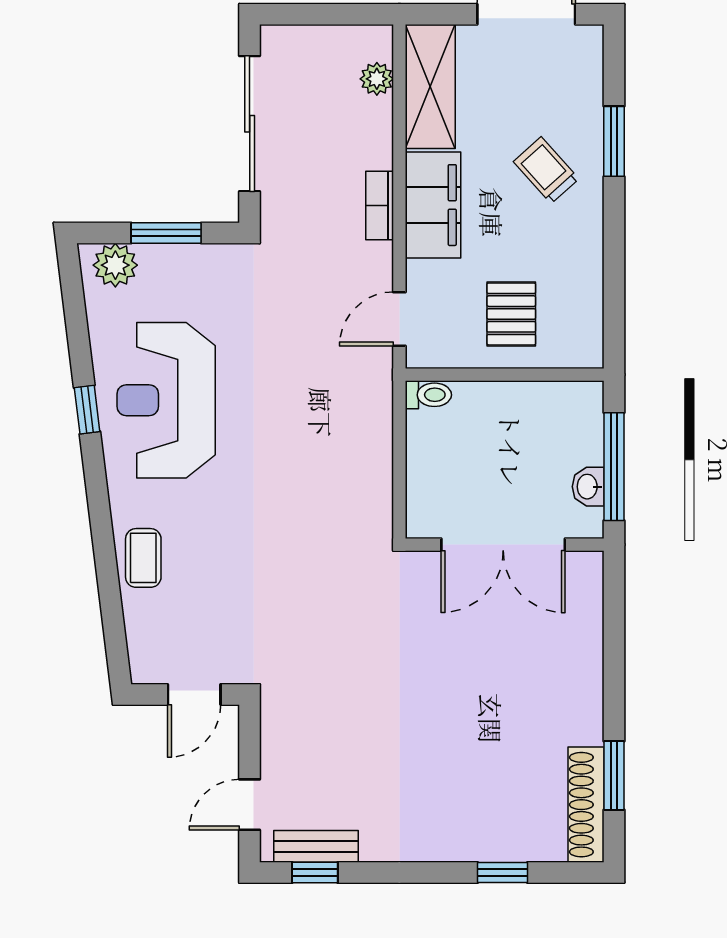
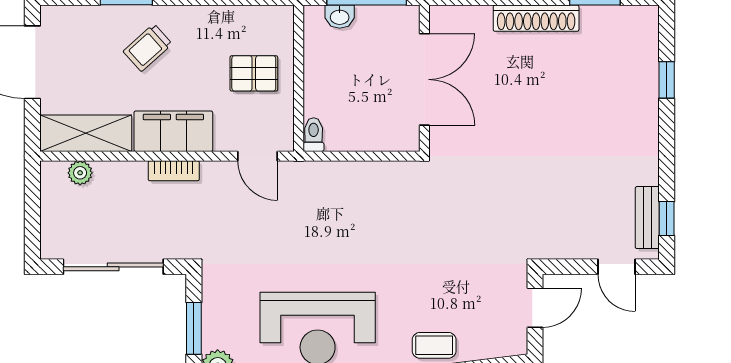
washbasin: (588, 487) -> (340, 17), moved
door: (194, 694) -> (535, 308), hinge flipped
shoe rack: (586, 805) -> (536, 18), moved

